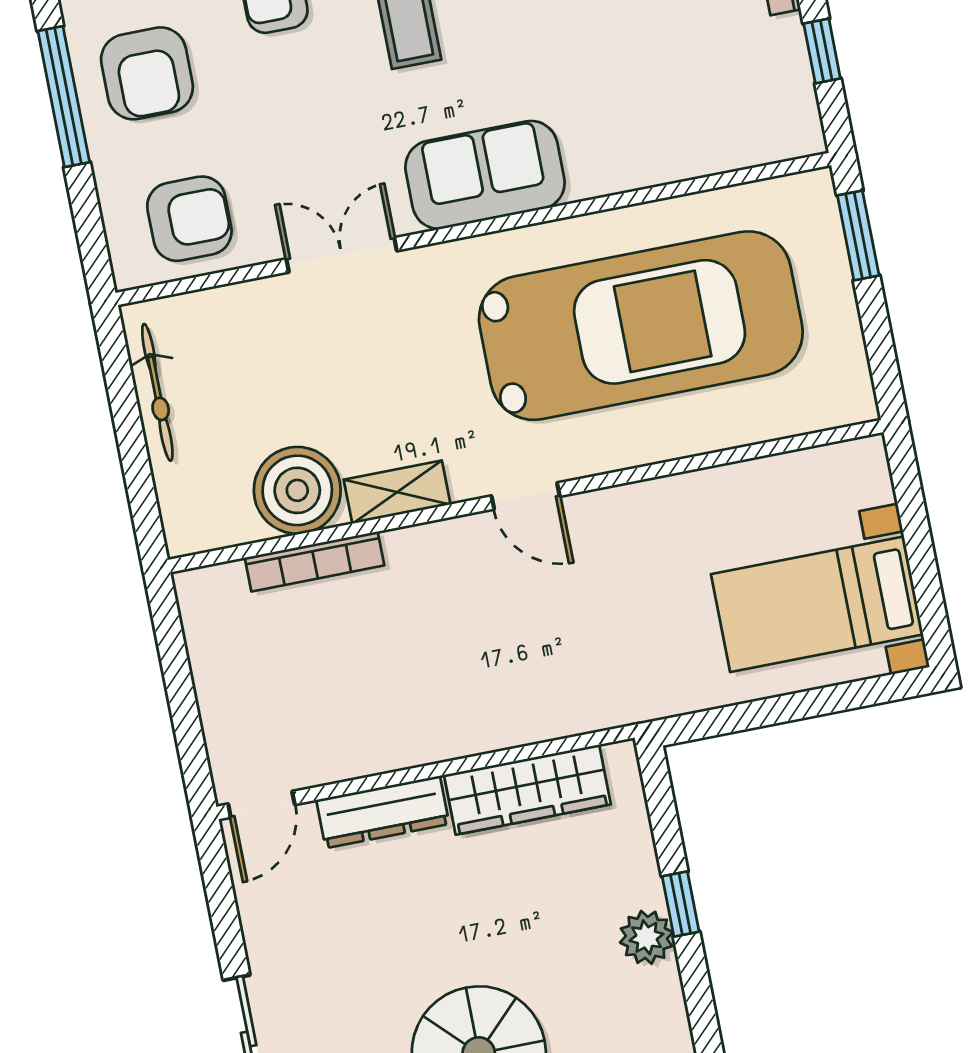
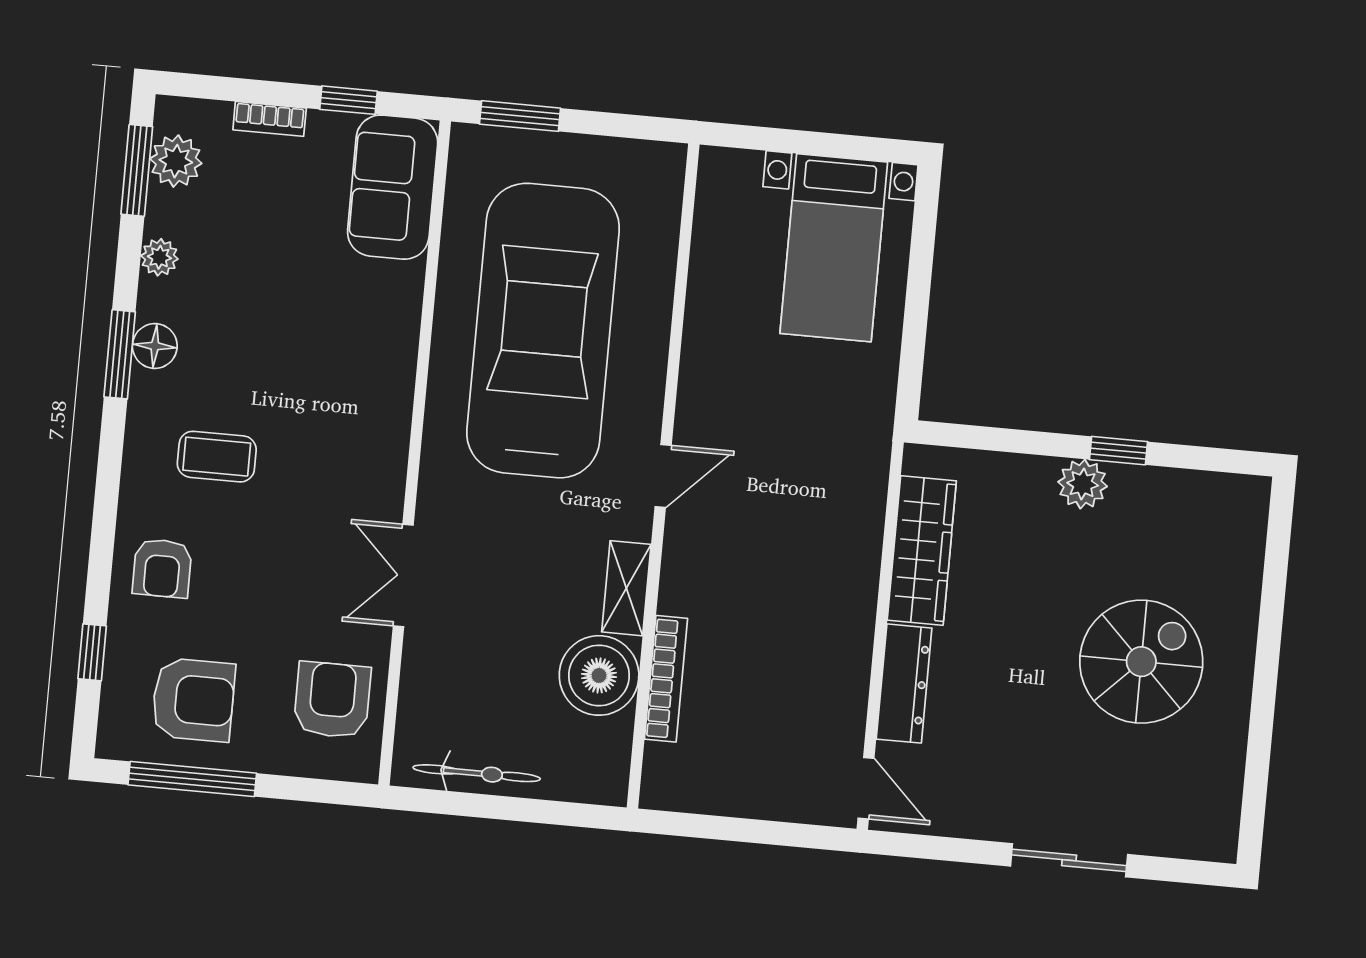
sofa: (485, 175) -> (393, 187), moved
window: (681, 904) -> (1119, 451), moved

